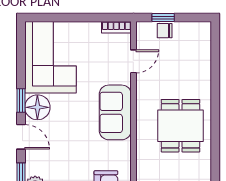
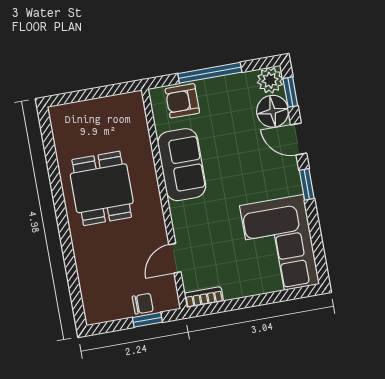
floor lamp: (37, 107) -> (273, 111), moved
sofa: (115, 112) -> (182, 165), moved

